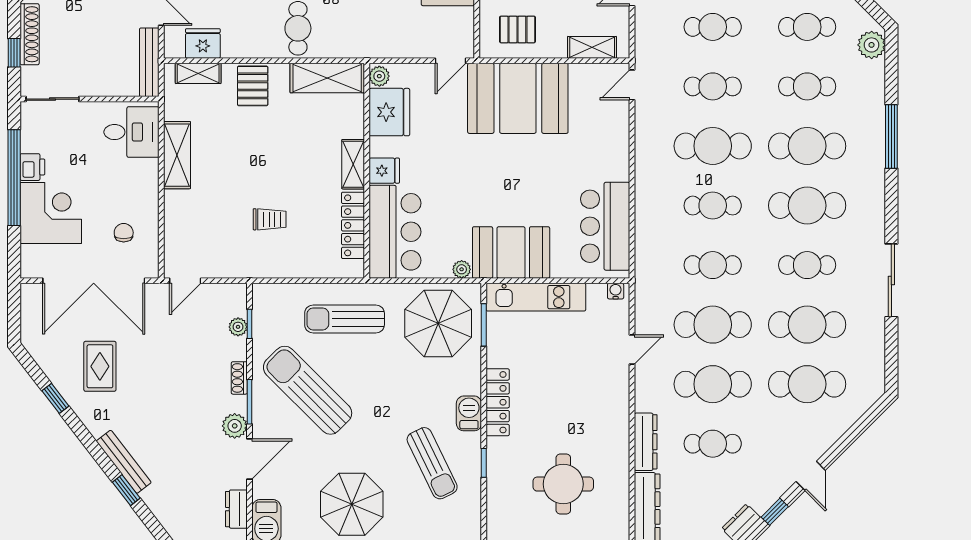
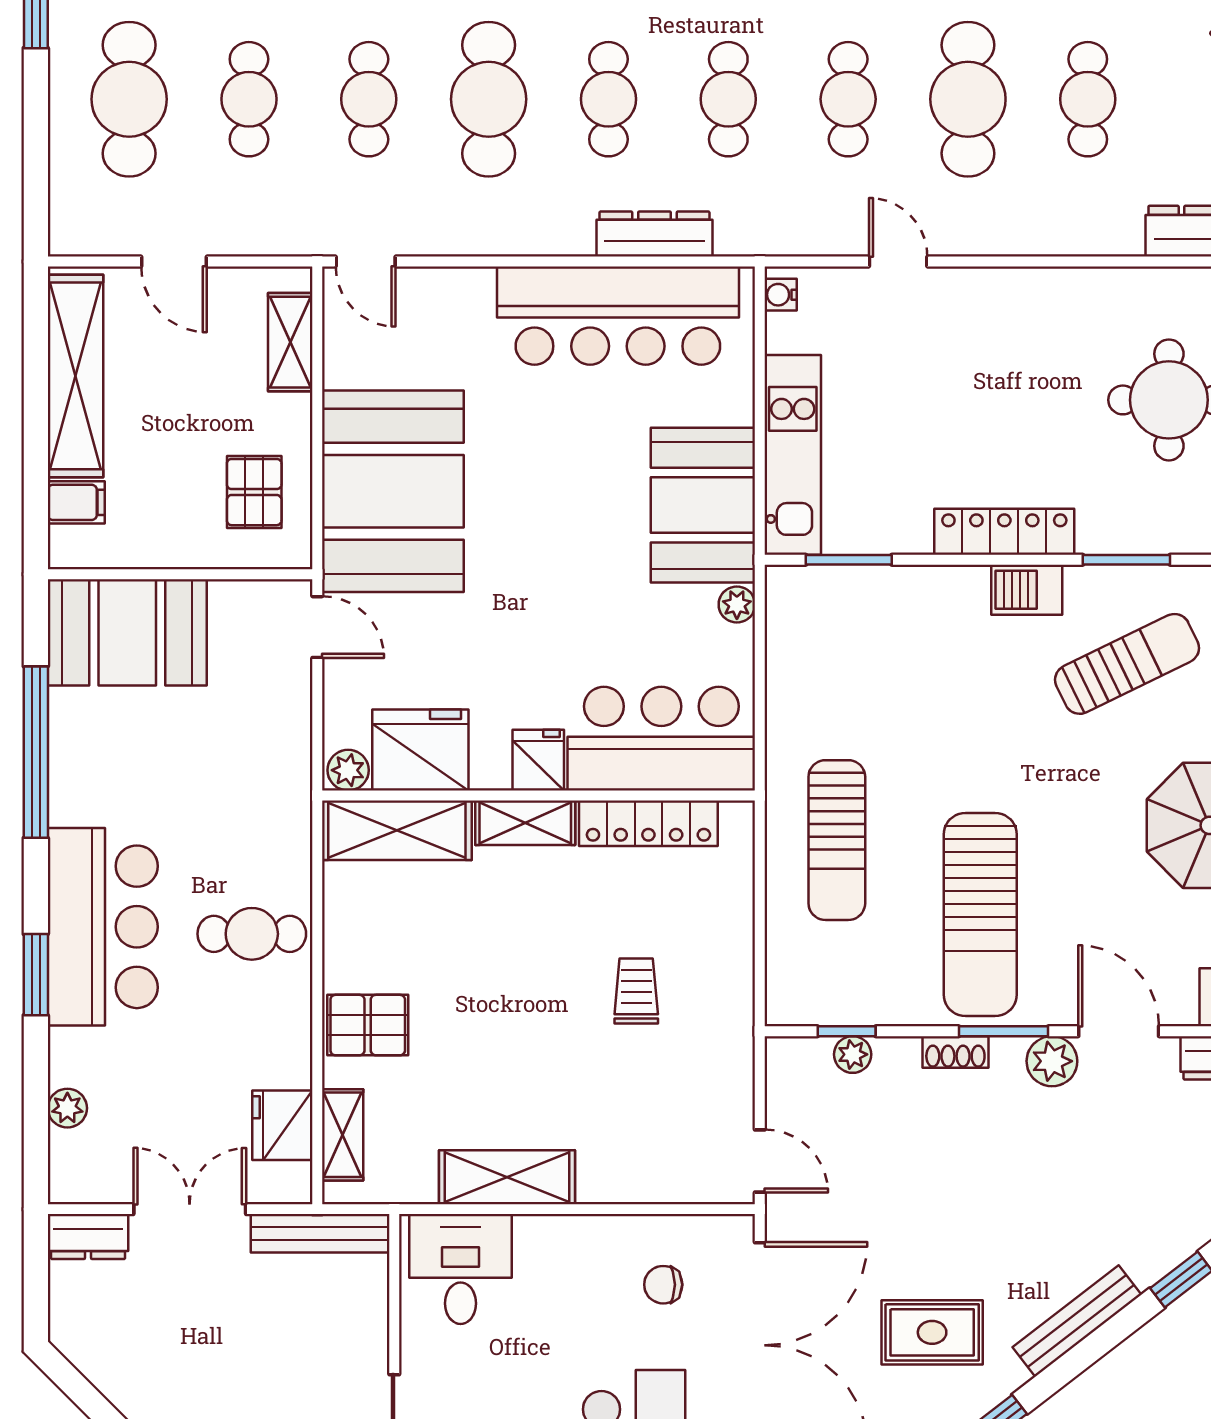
shelving: (327, 78) -> (397, 830), moved, turned 90
bar counter: (605, 226) -> (618, 316), width x1.36
parasol: (438, 323) -> (846, 652), removed
cafe table: (713, 325) -> (848, 99), width x0.73, depth x0.74
sun lounger: (308, 390) -> (980, 915), turned -45
dresser: (646, 442) -> (654, 234), moved
bench: (124, 462) -> (1077, 1321), moved
window: (484, 463) -> (1126, 560), width x1.50

